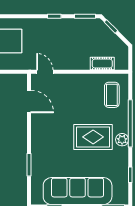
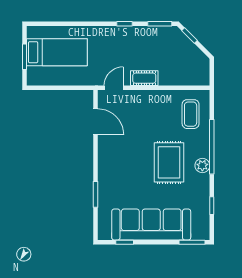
cot: (102, 64) -> (144, 78), moved
door: (45, 72) -> (114, 88), hinge flipped
rug: (93, 137) -> (169, 162), turned 90

